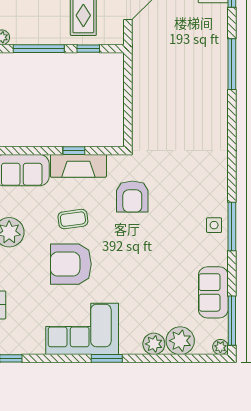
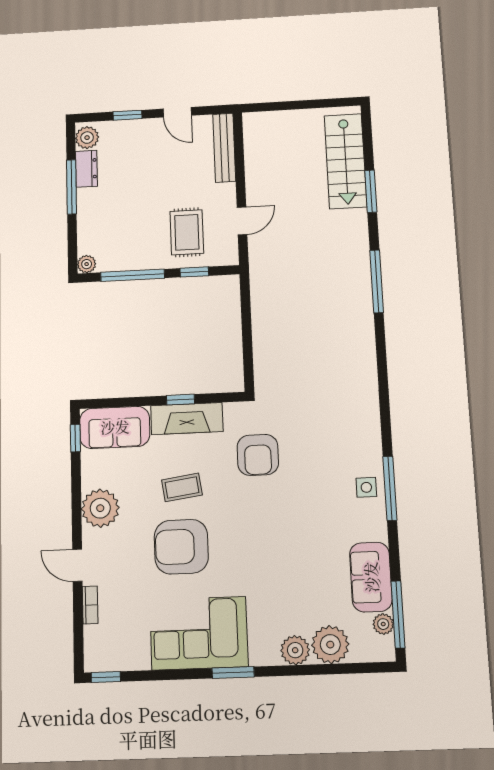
plant: (220, 347) -> (383, 624), moved

